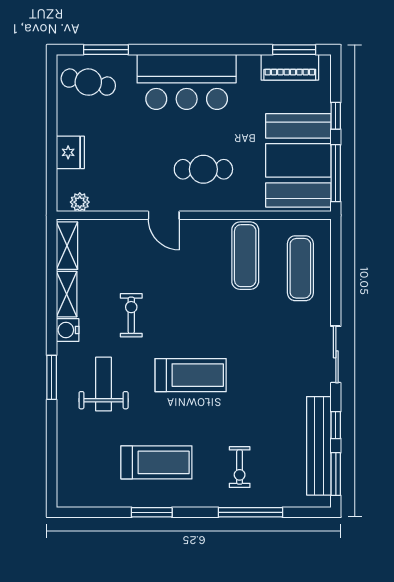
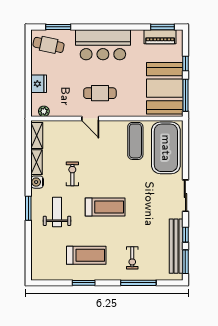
cafe table: (203, 169) -> (100, 93), moved
exercise mat: (300, 268) -> (166, 148), width x2.00, depth x1.45

